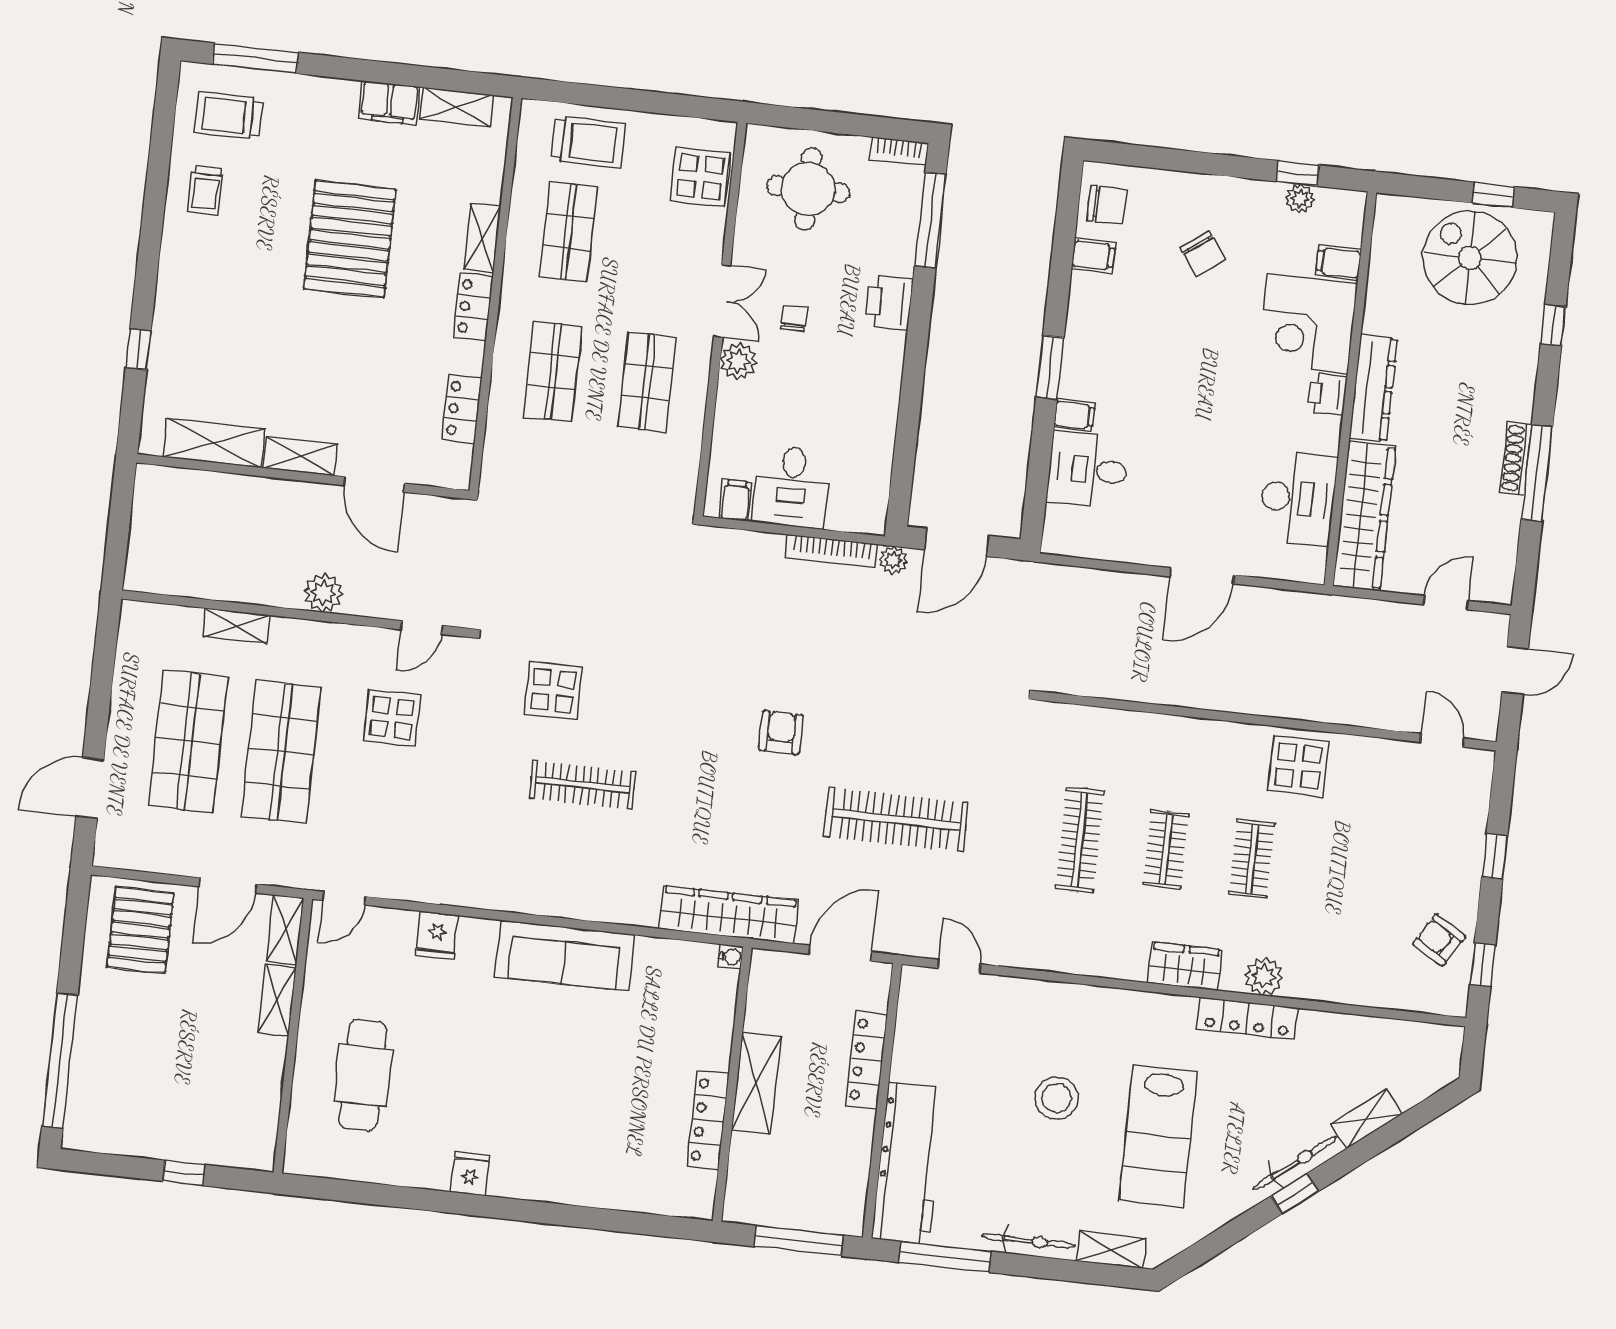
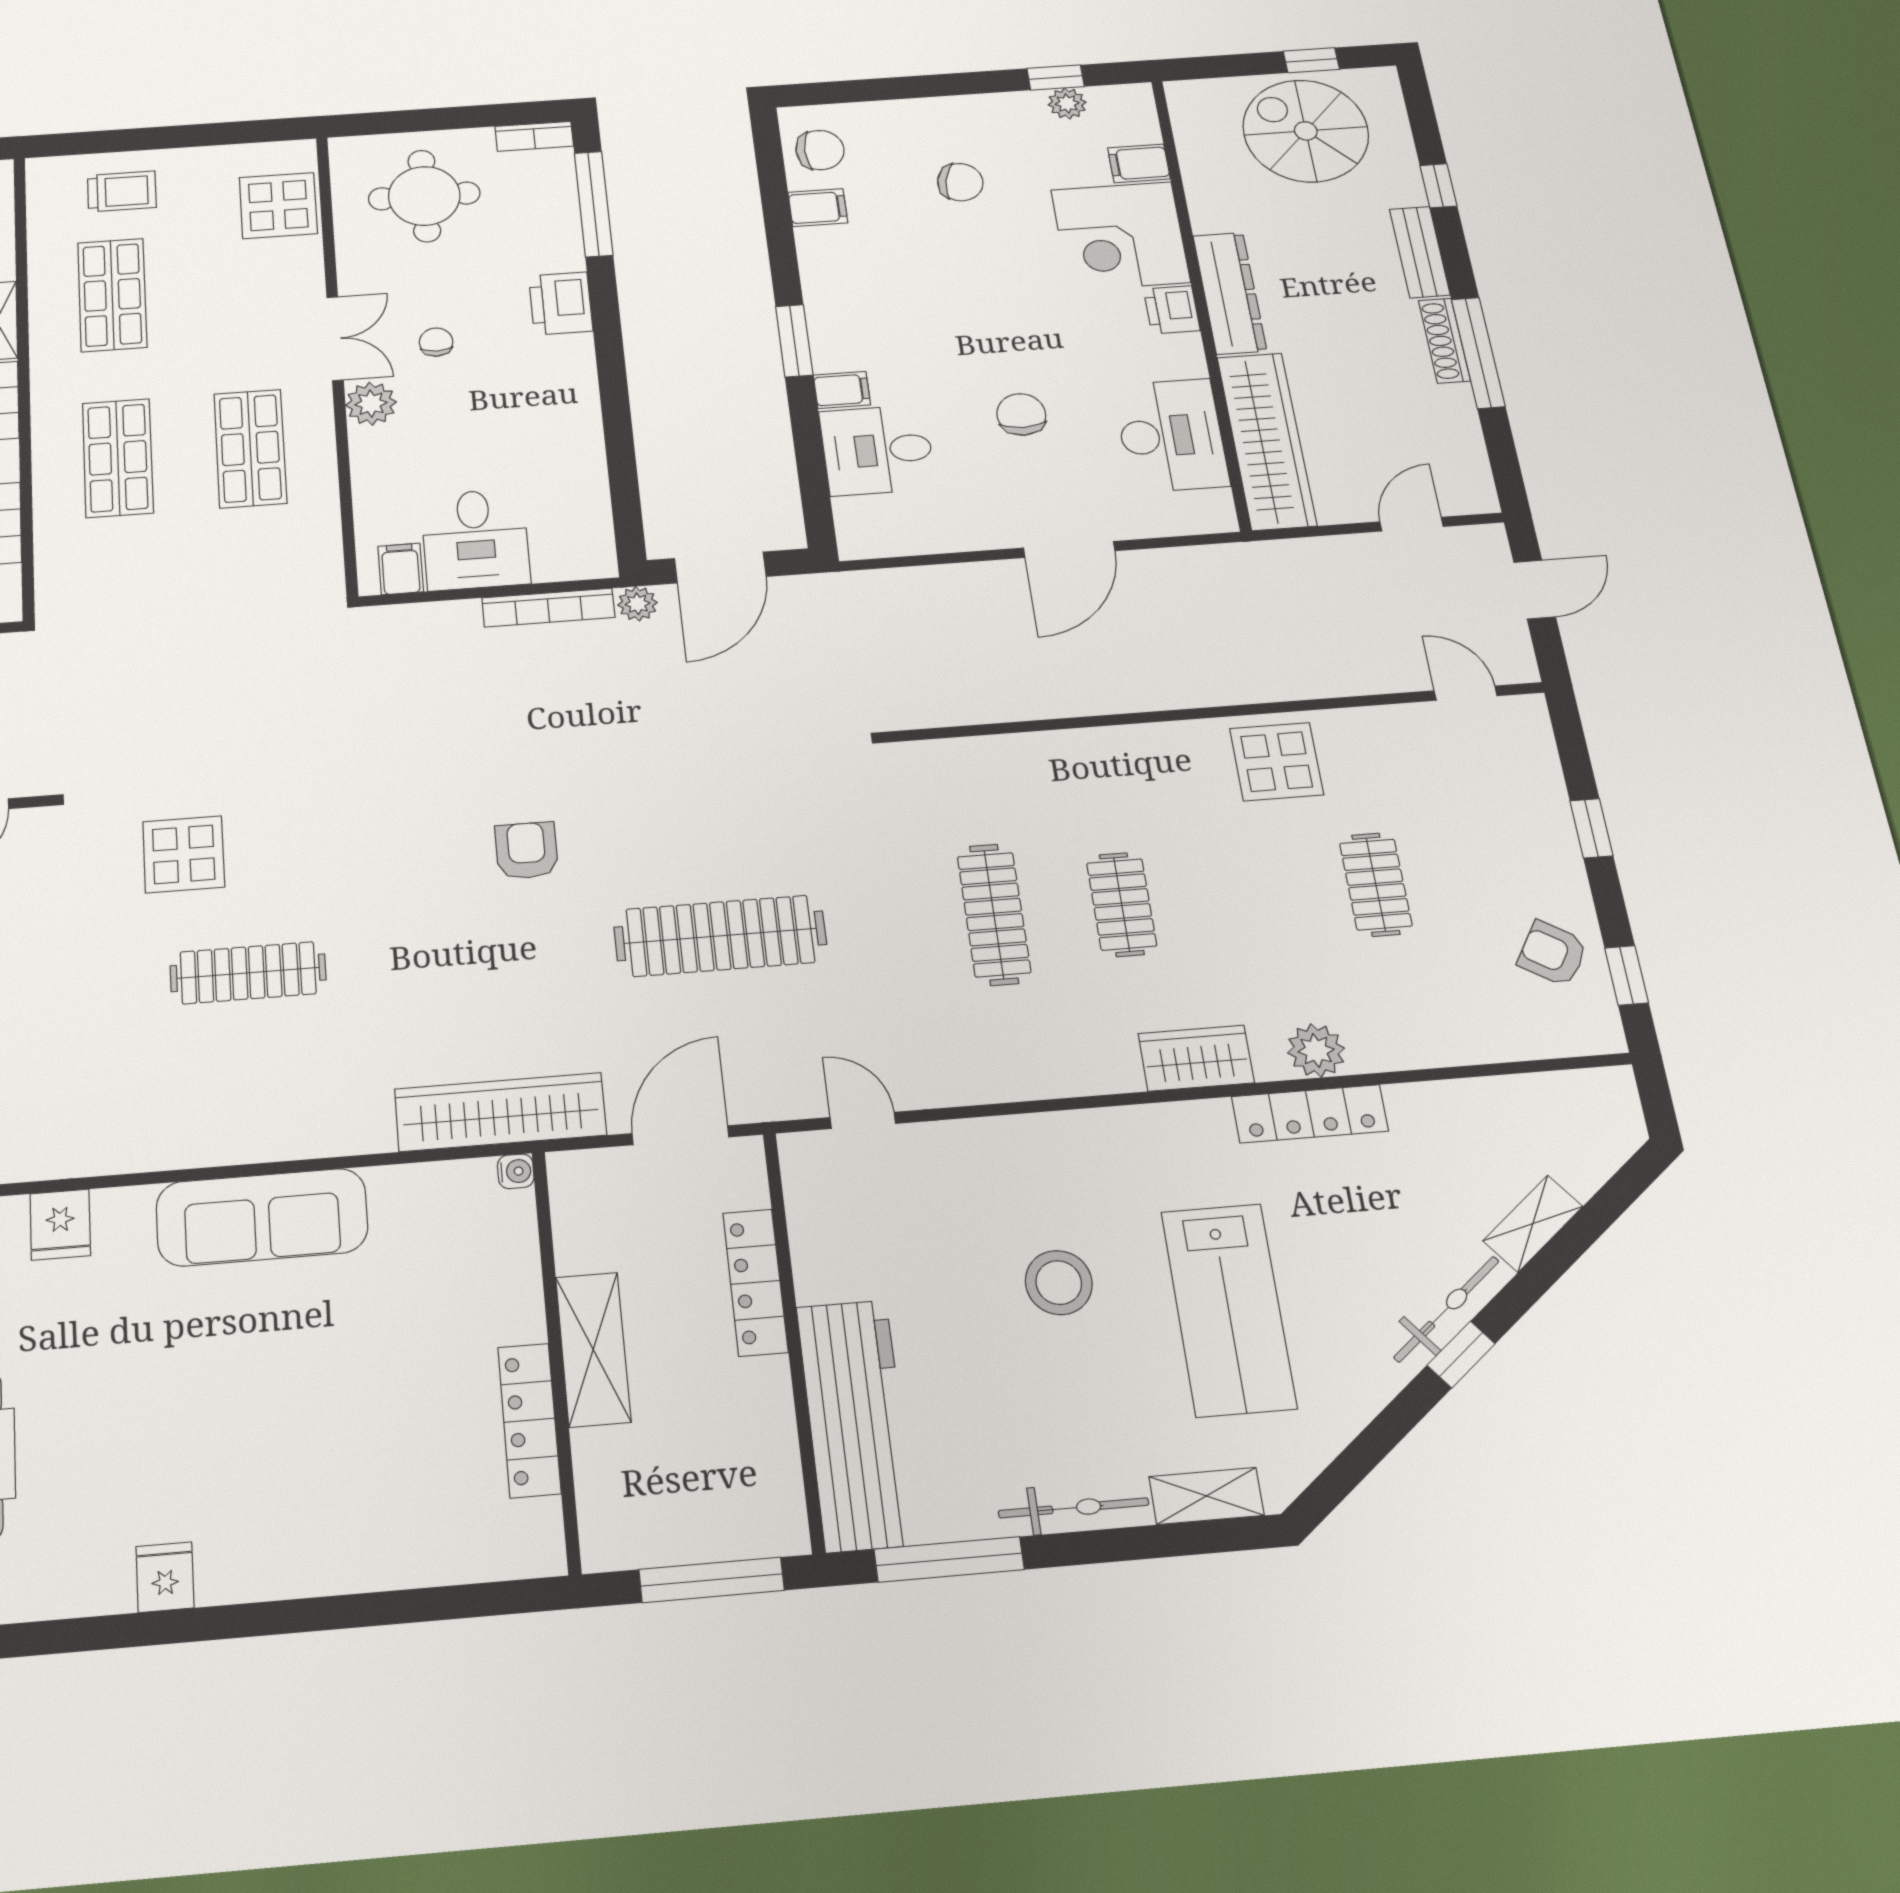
trolley: (588, 142) -> (122, 191), width x0.73, depth x0.72
chair: (1203, 253) -> (960, 182), turned -42
bench: (1522, 380) -> (1420, 252), added
chair: (1197, 460) -> (1021, 414), added
clothes rail: (1252, 859) -> (1376, 885), moved

